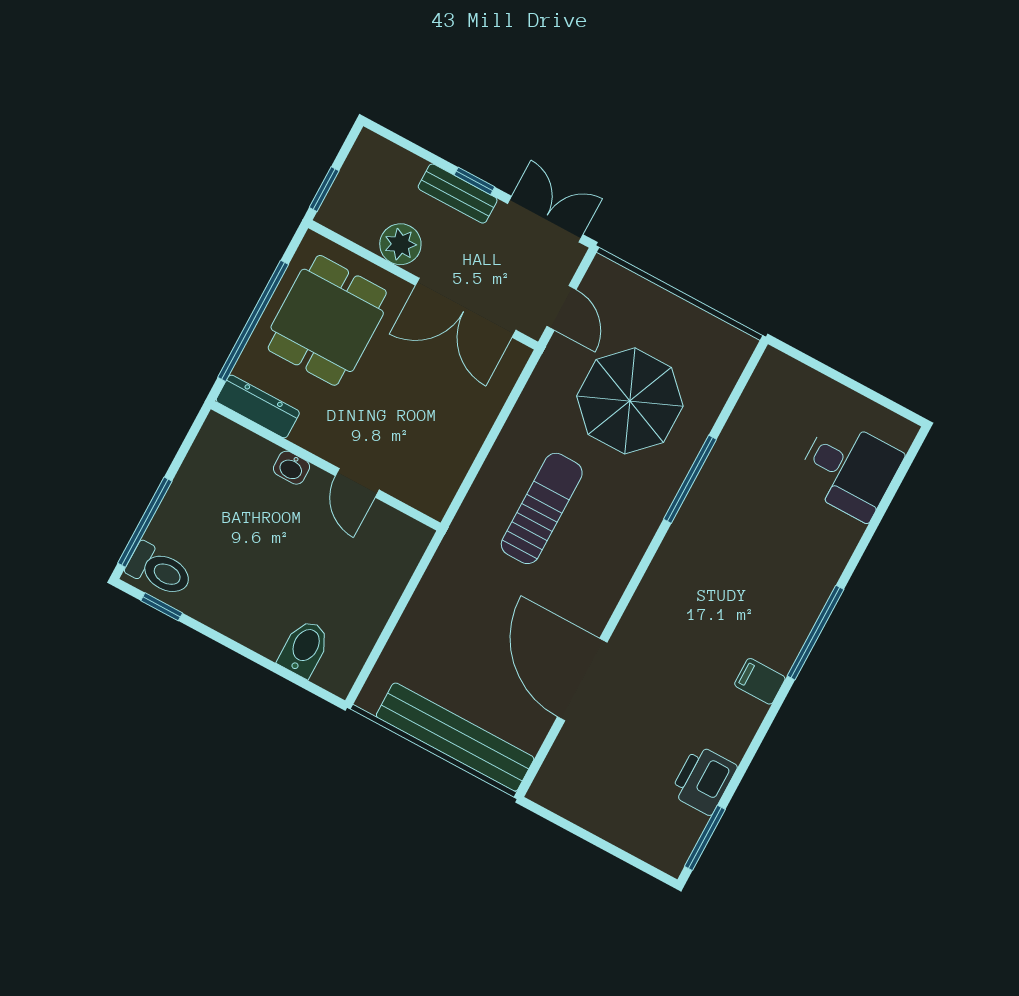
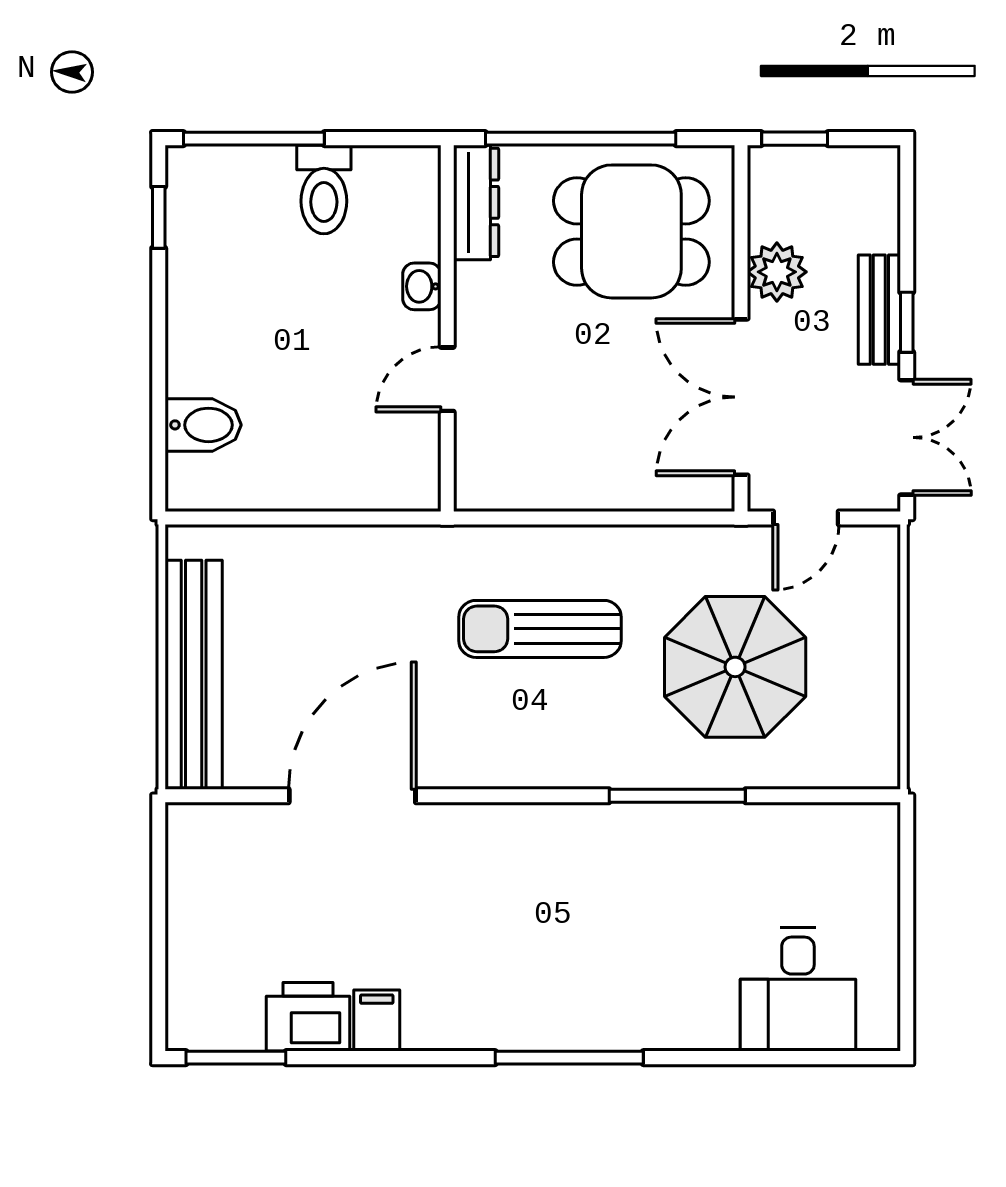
sun lounger: (542, 508) -> (540, 629), turned 180
toilet: (159, 570) -> (324, 190), moved
filing cabinet: (760, 681) -> (377, 1021), moved

